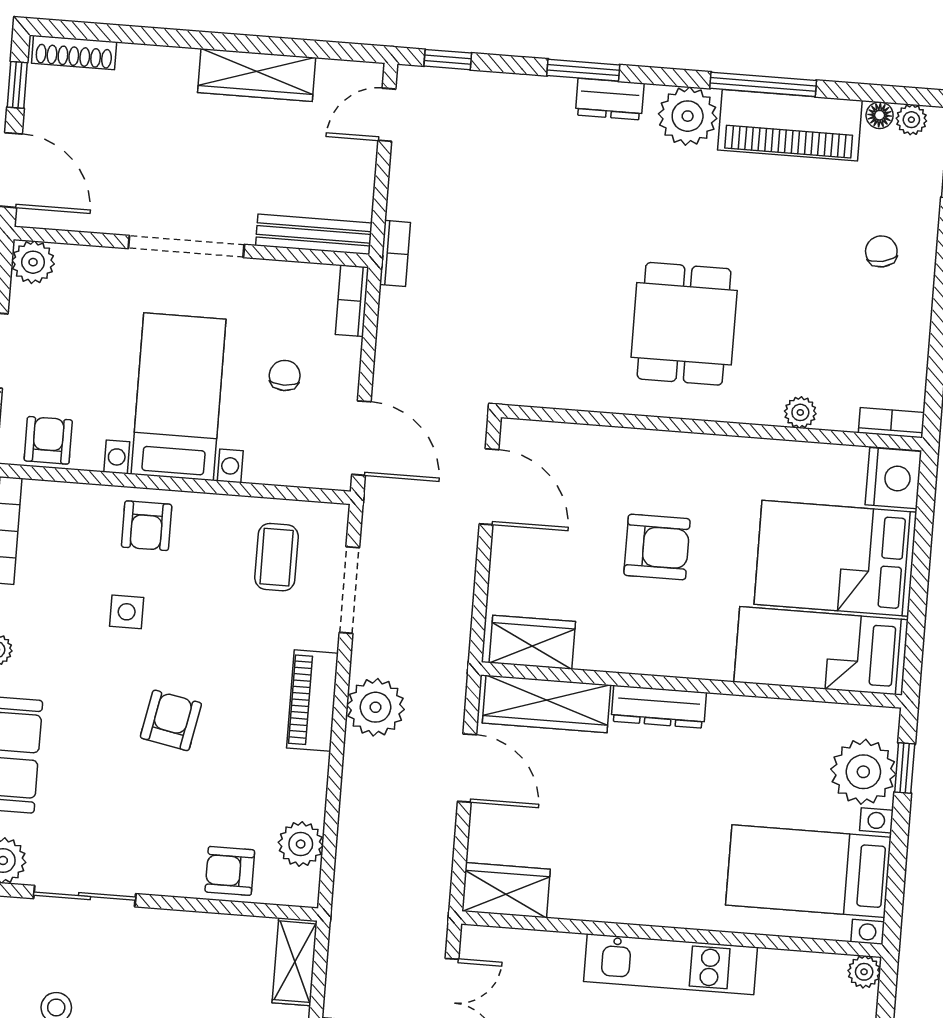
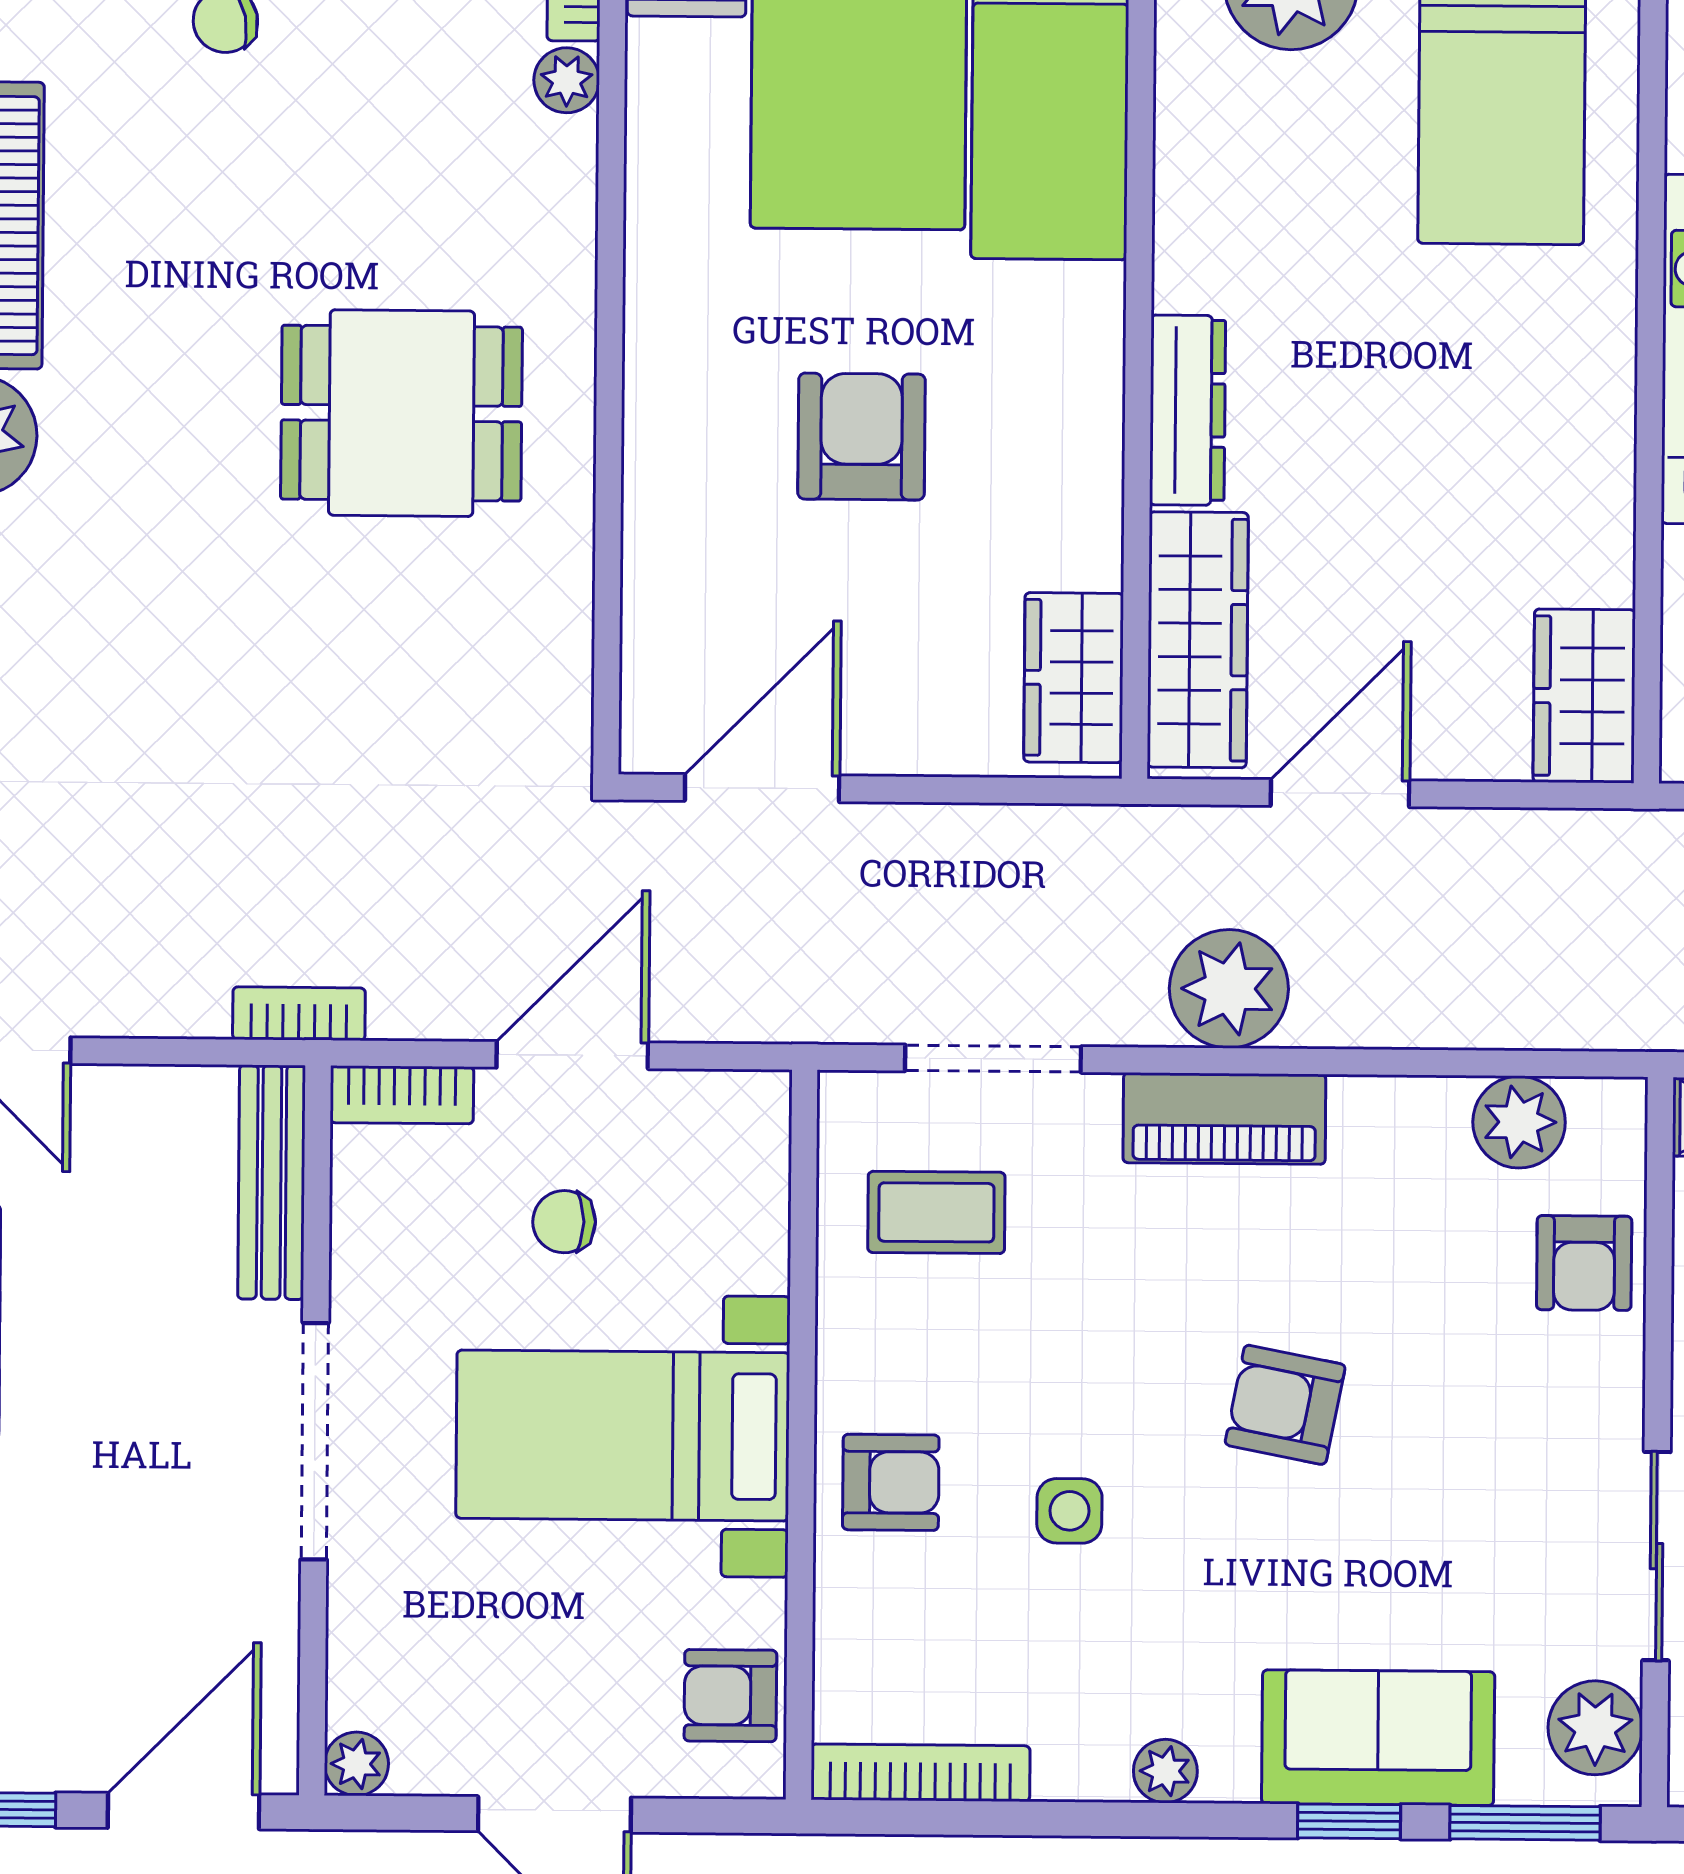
plant: (33, 262) -> (356, 1764), width x0.73, depth x0.73
plant: (800, 412) -> (567, 80), moved
door: (361, 438) -> (572, 1055), moved

